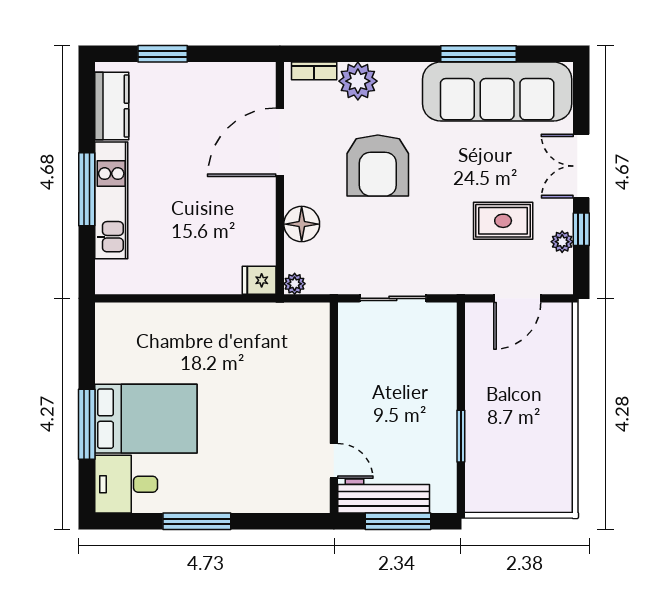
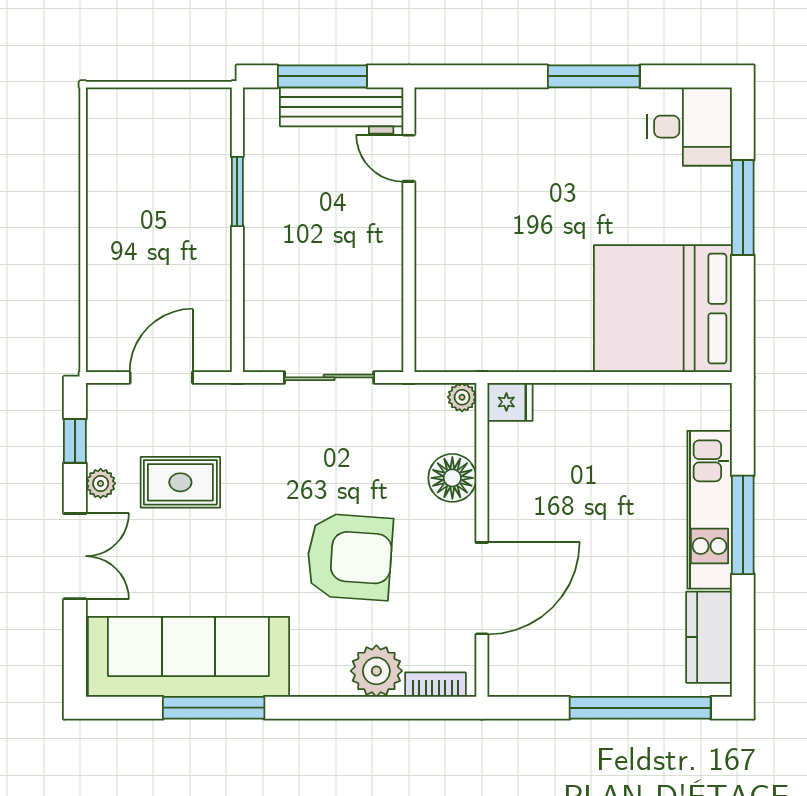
window: (163, 54) -> (640, 708), width x2.11
armchair: (378, 166) -> (350, 557), turned 94
window: (581, 229) -> (75, 441), moved
plant: (562, 242) -> (101, 483), moved
bed: (146, 419) -> (663, 309), moved, width x1.36

